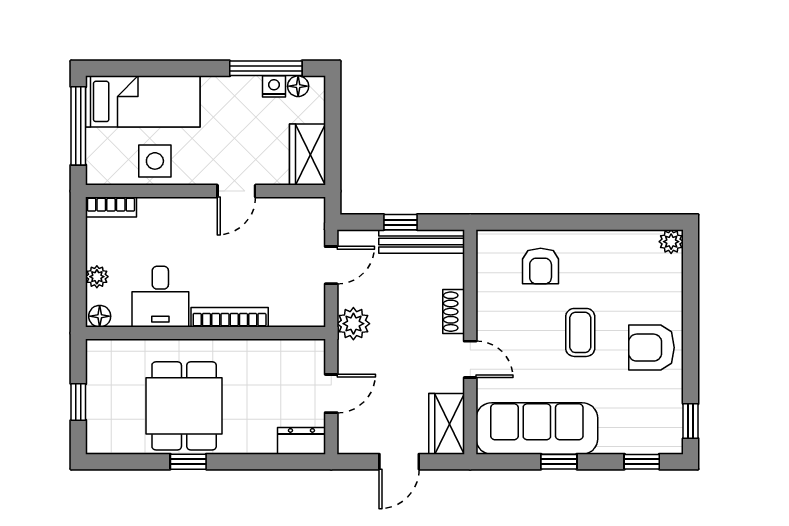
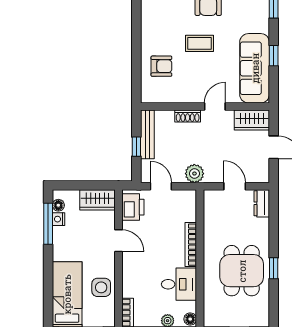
printer: (295, 216) -> (133, 207), added
dining table: (184, 406) -> (242, 271), turned 90

